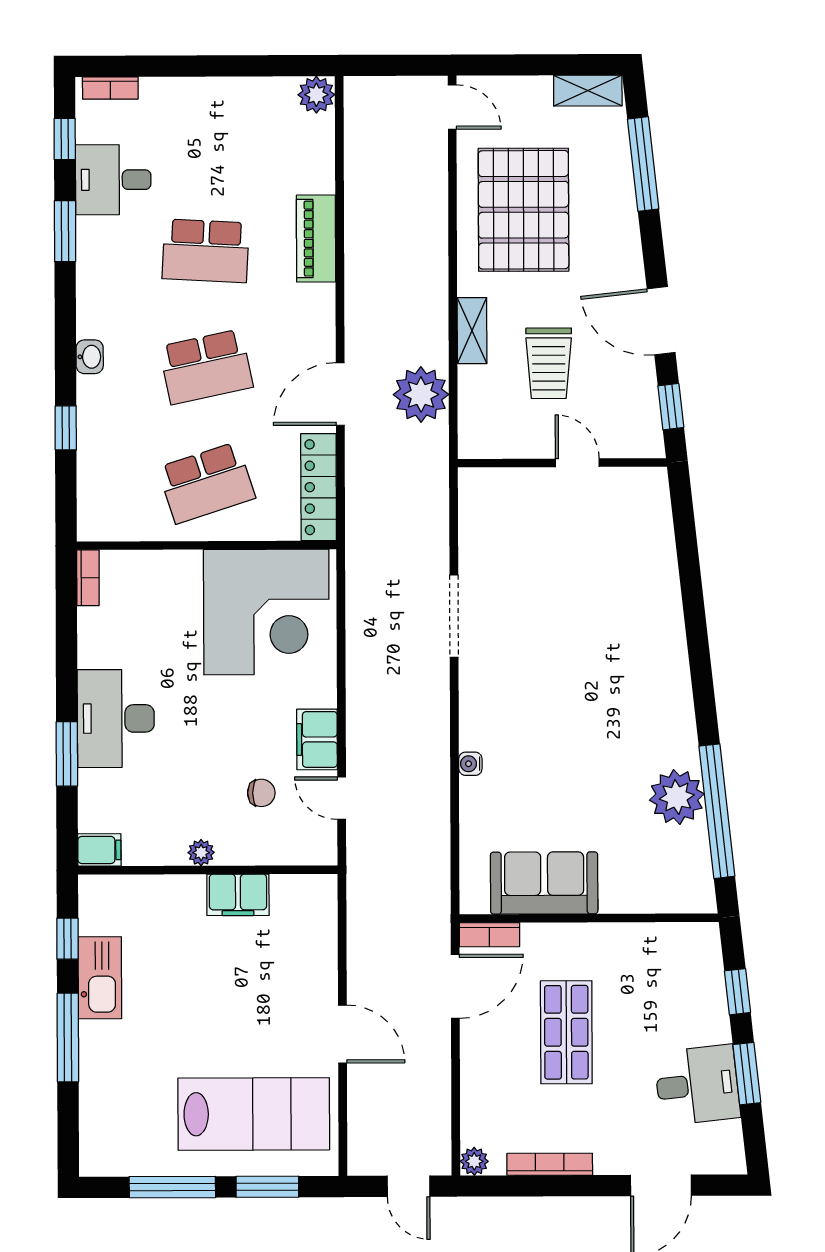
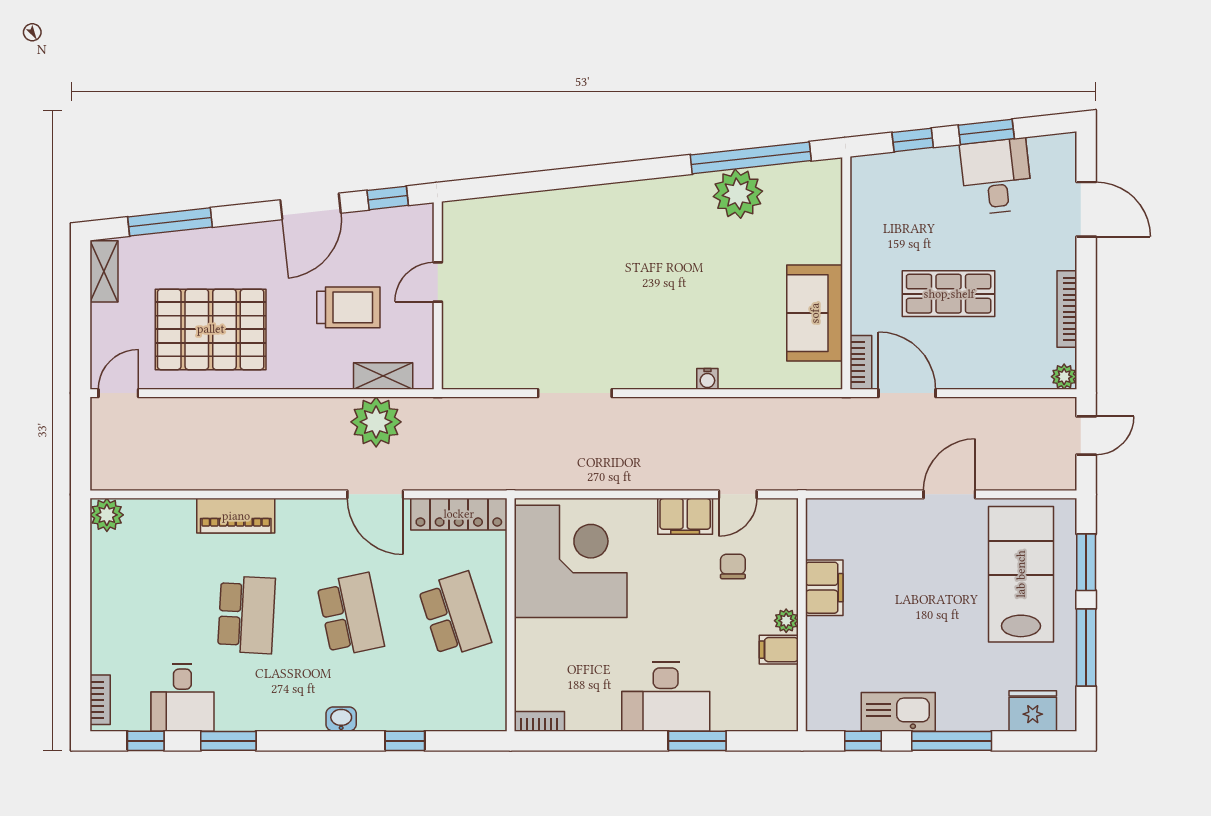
shelving: (472, 331) -> (383, 376), moved
filing cabinet: (99, 850) -> (779, 650), moved, turned -90
fridge: (101, 1128) -> (1033, 711), added

